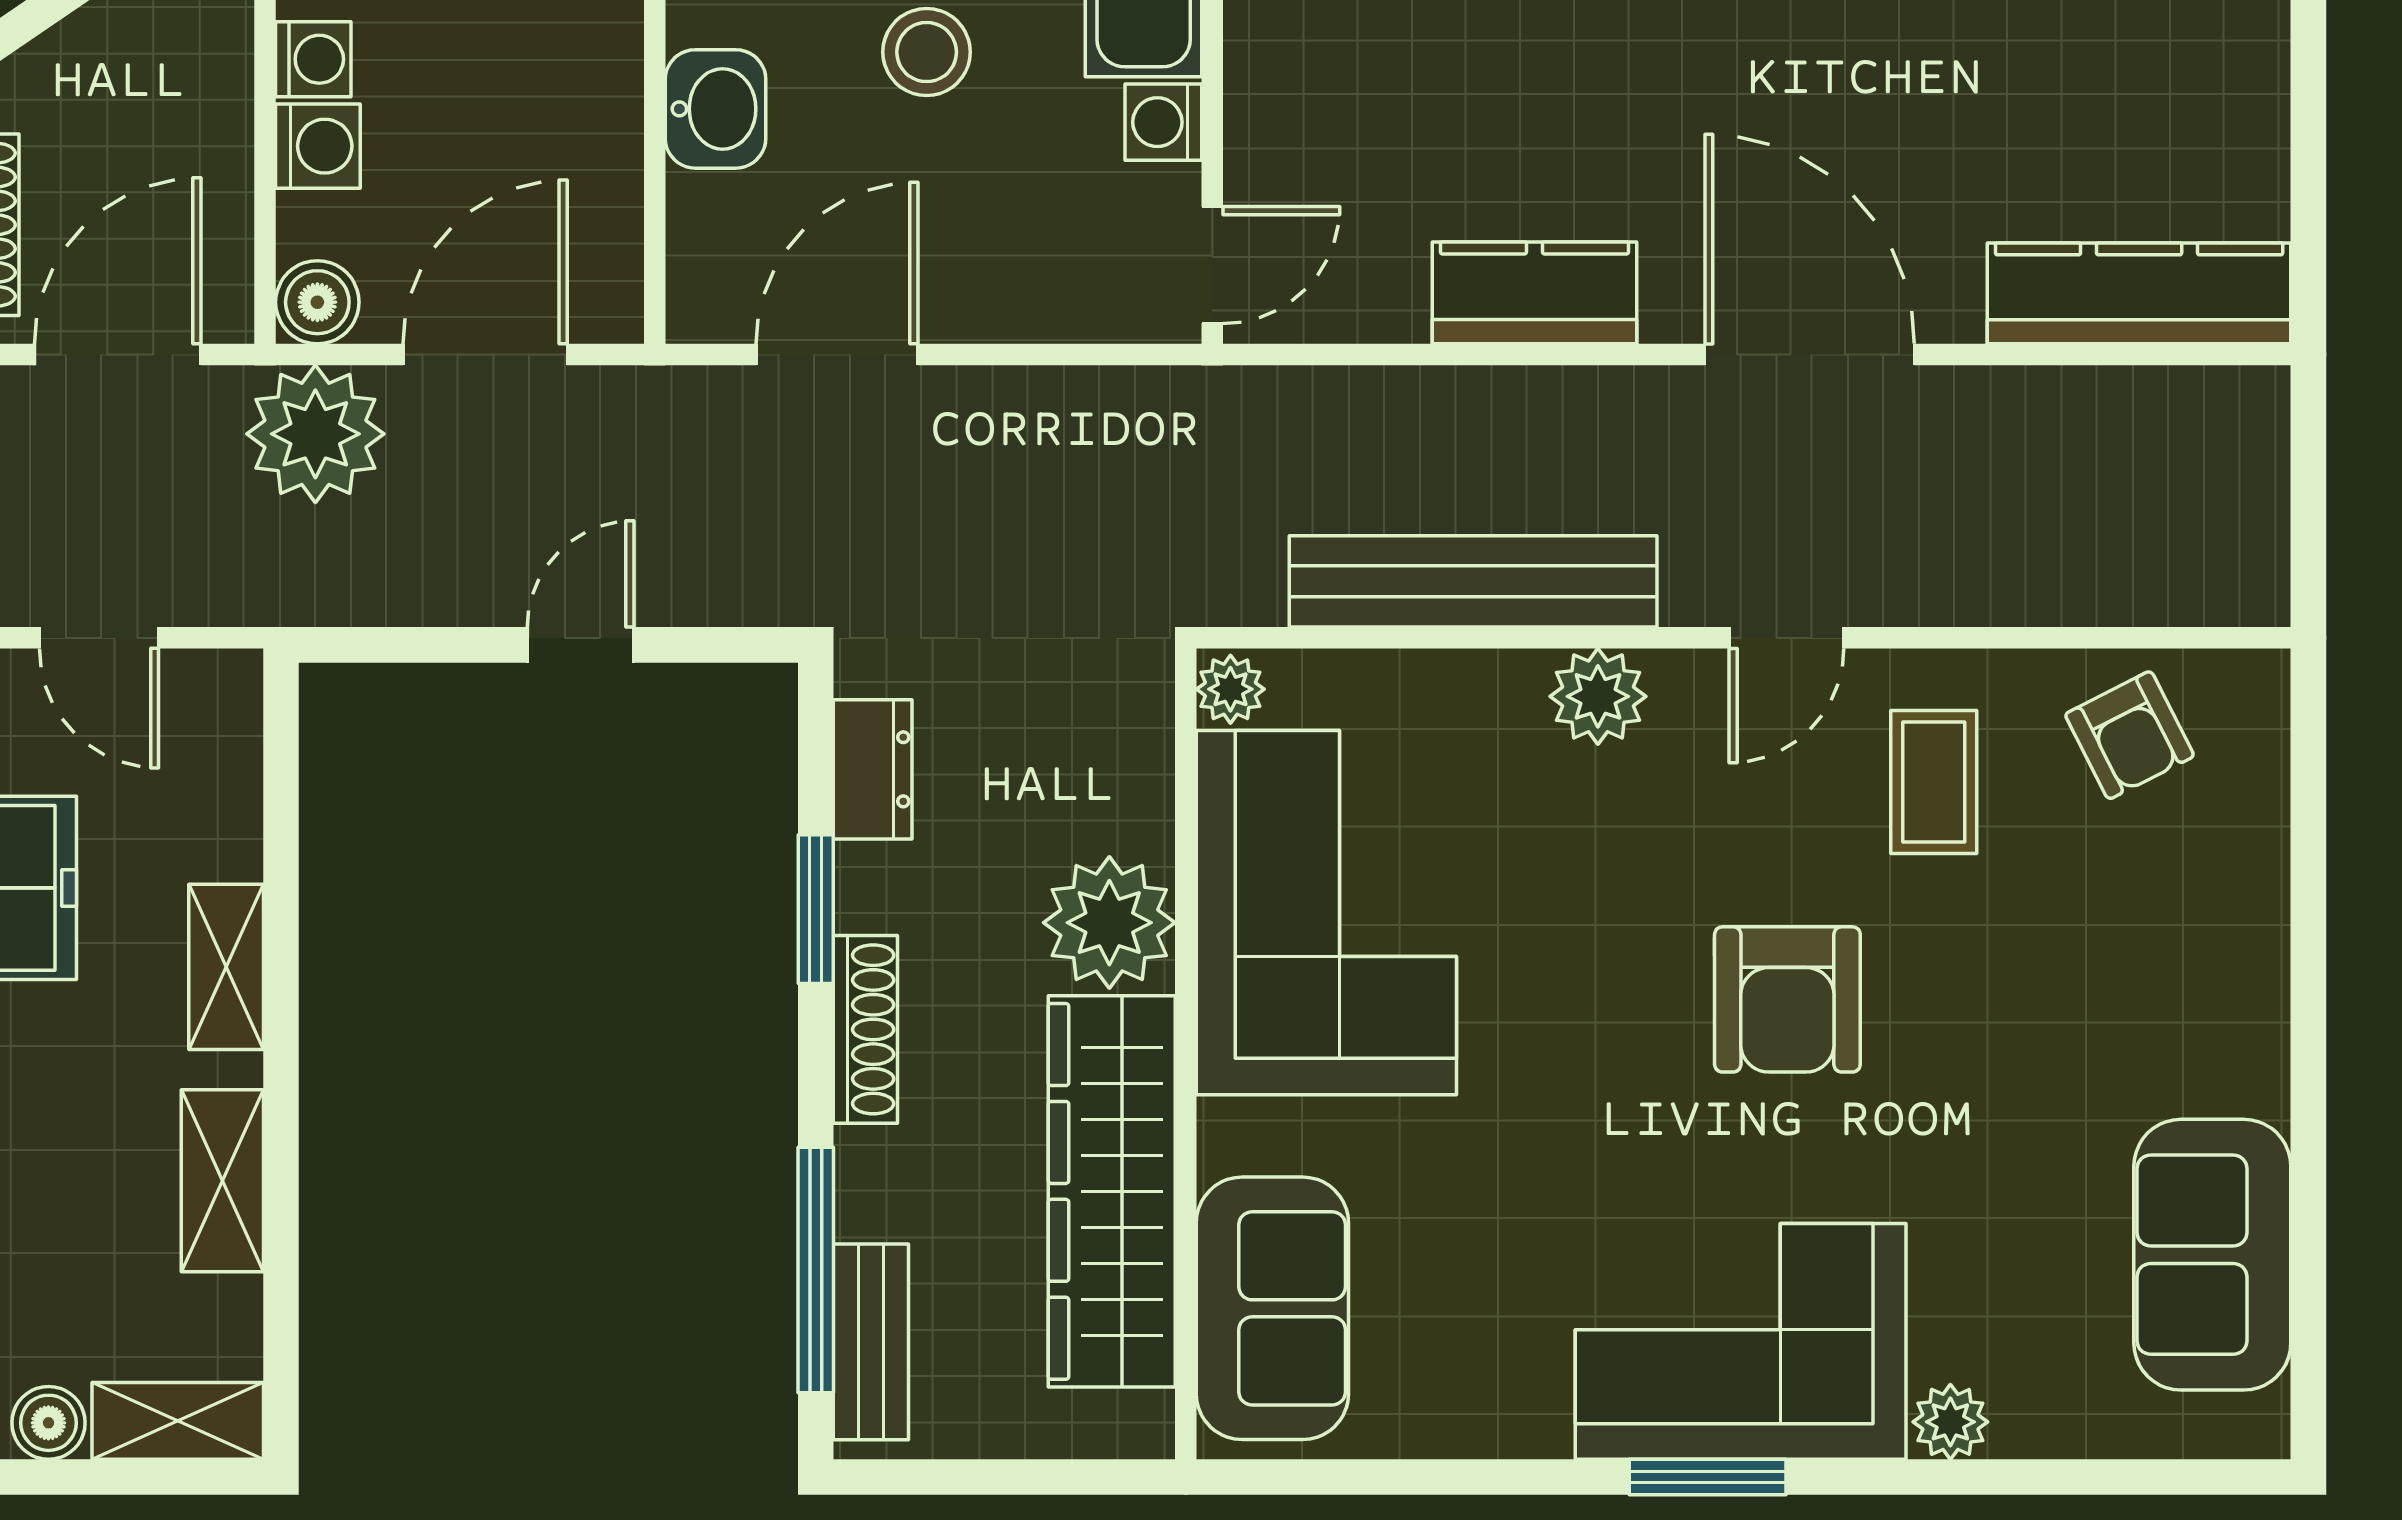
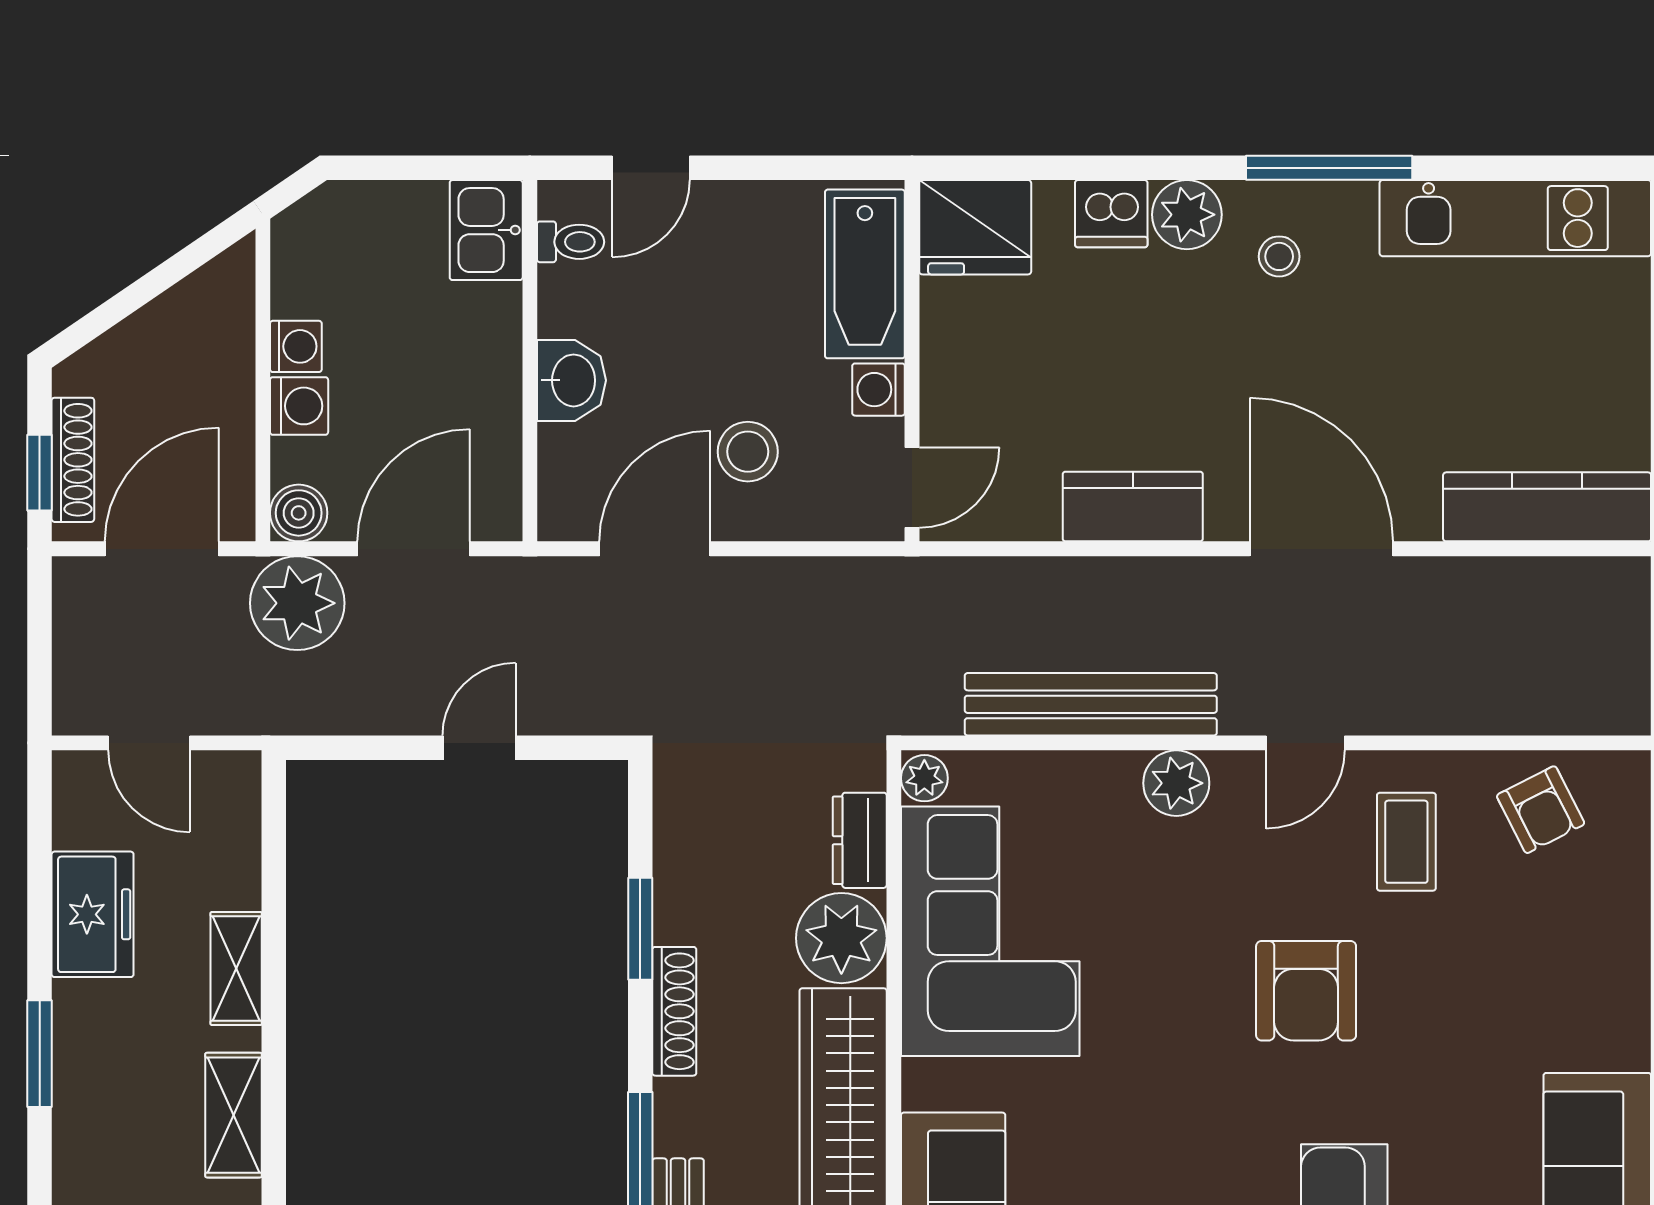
stool: (927, 52) -> (748, 452), moved
dresser: (873, 769) -> (860, 840), moved, turned 180

